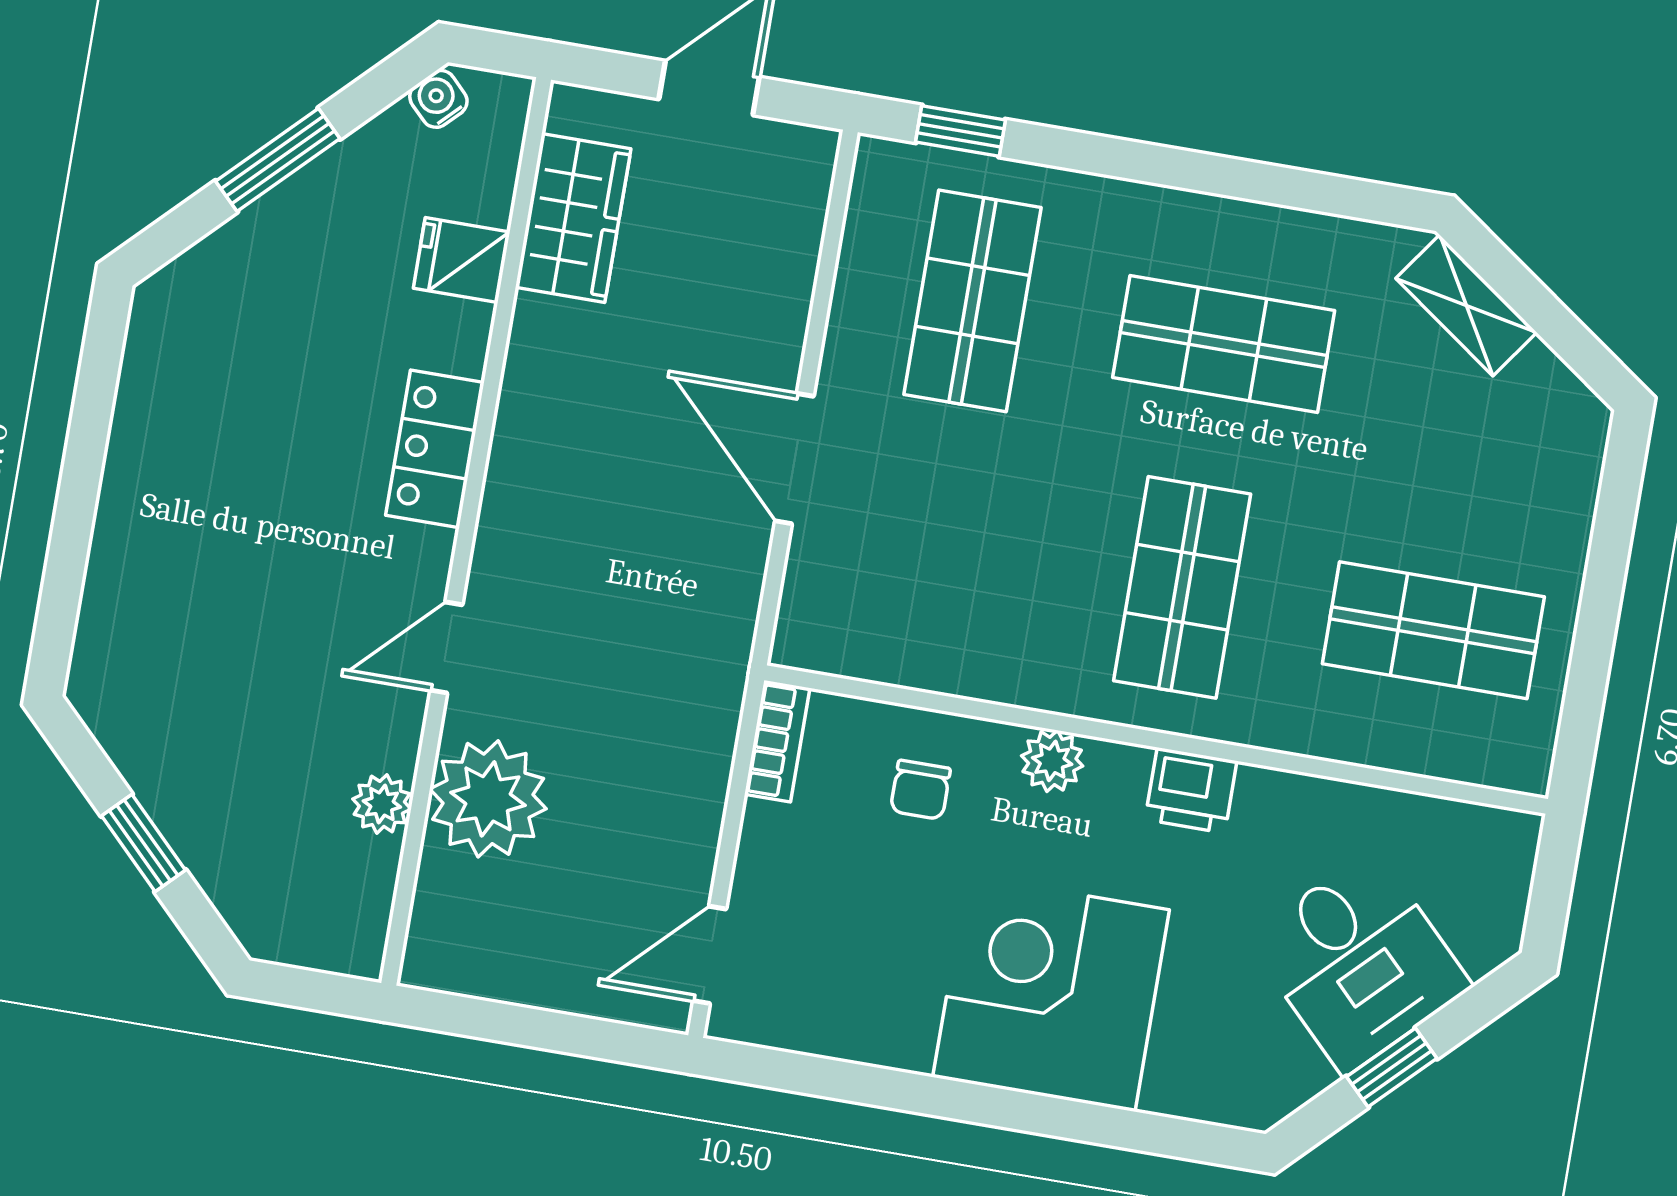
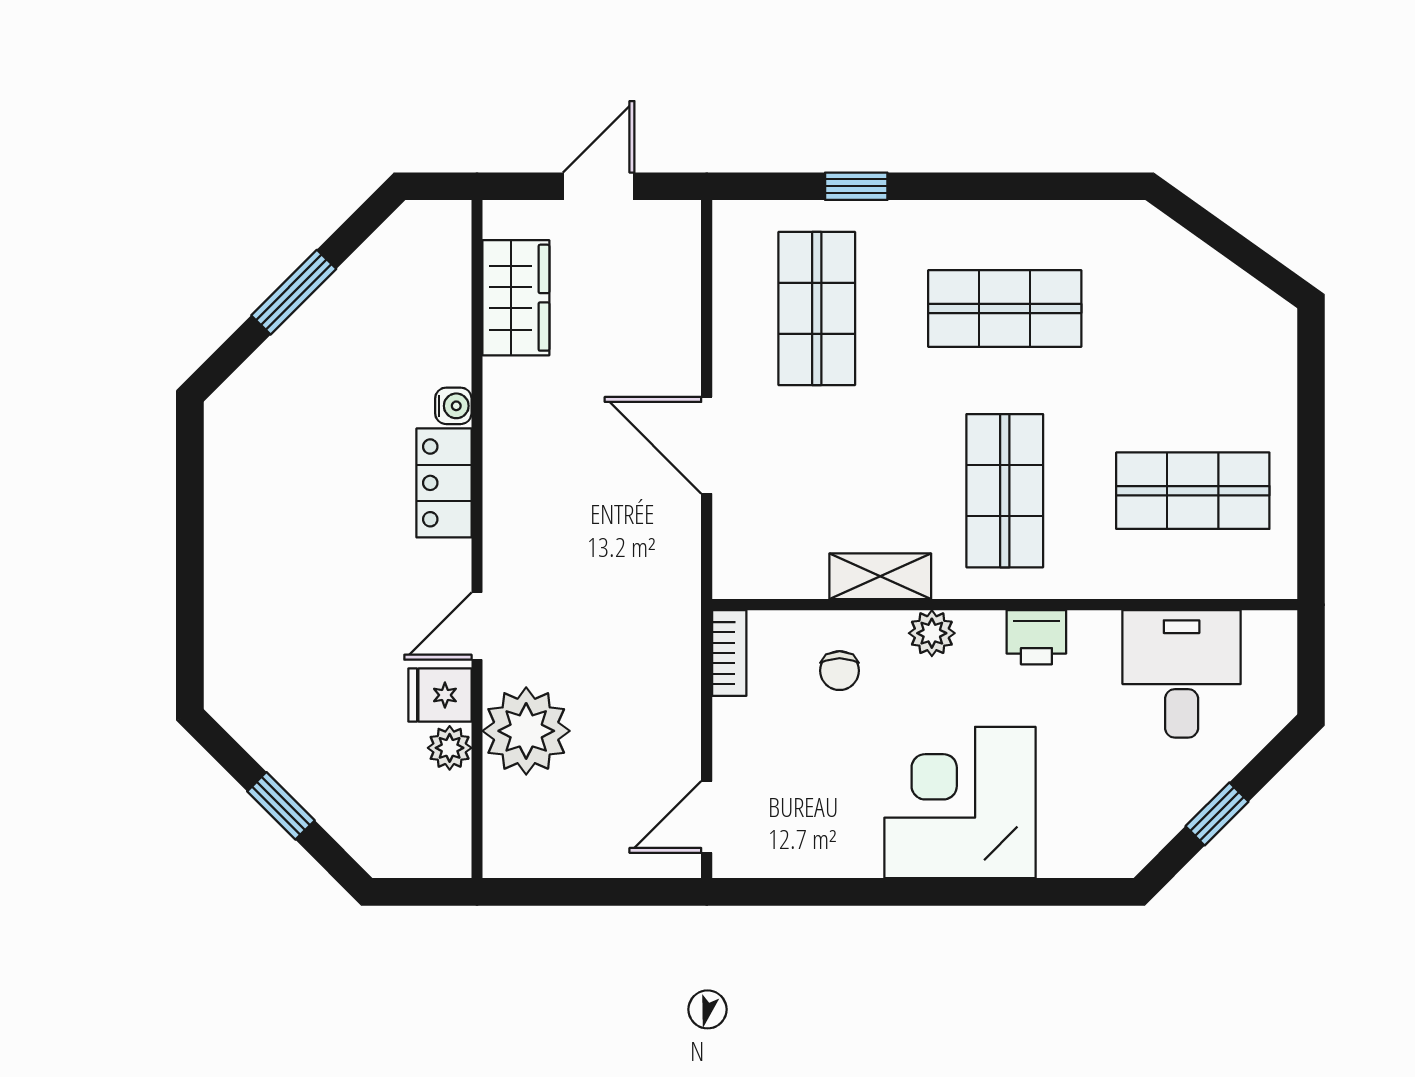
water cooler: (438, 99) -> (453, 406), moved, turned 135
window: (960, 131) -> (856, 186), moved
fridge: (462, 260) -> (440, 695), moved
shelving: (1466, 305) -> (880, 576), moved, turned -35
desk: (1359, 962) -> (1182, 674), moved, turned -135

